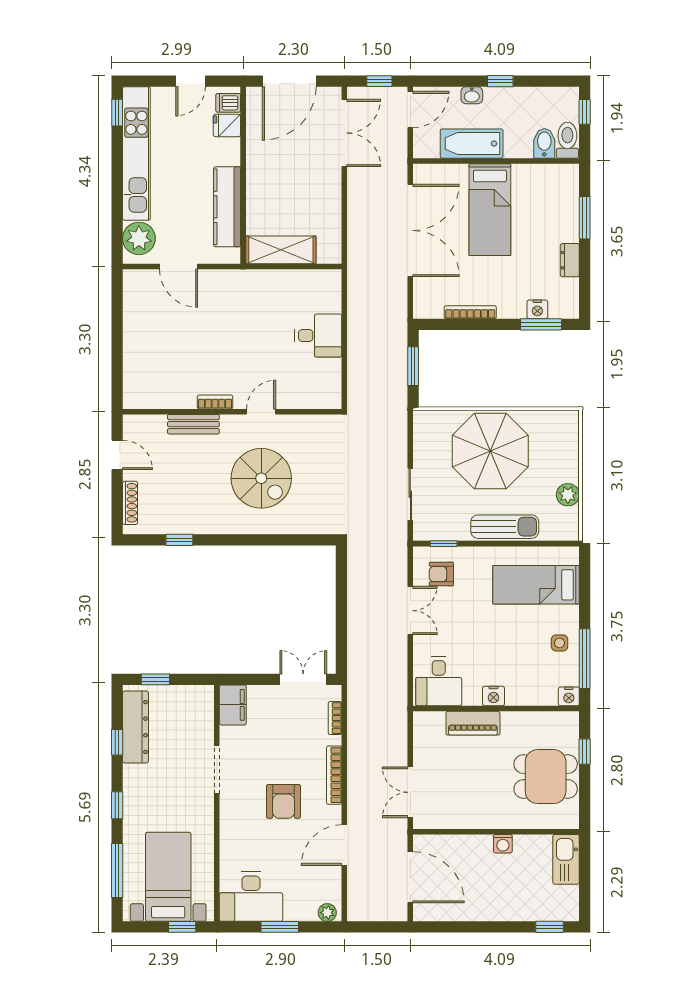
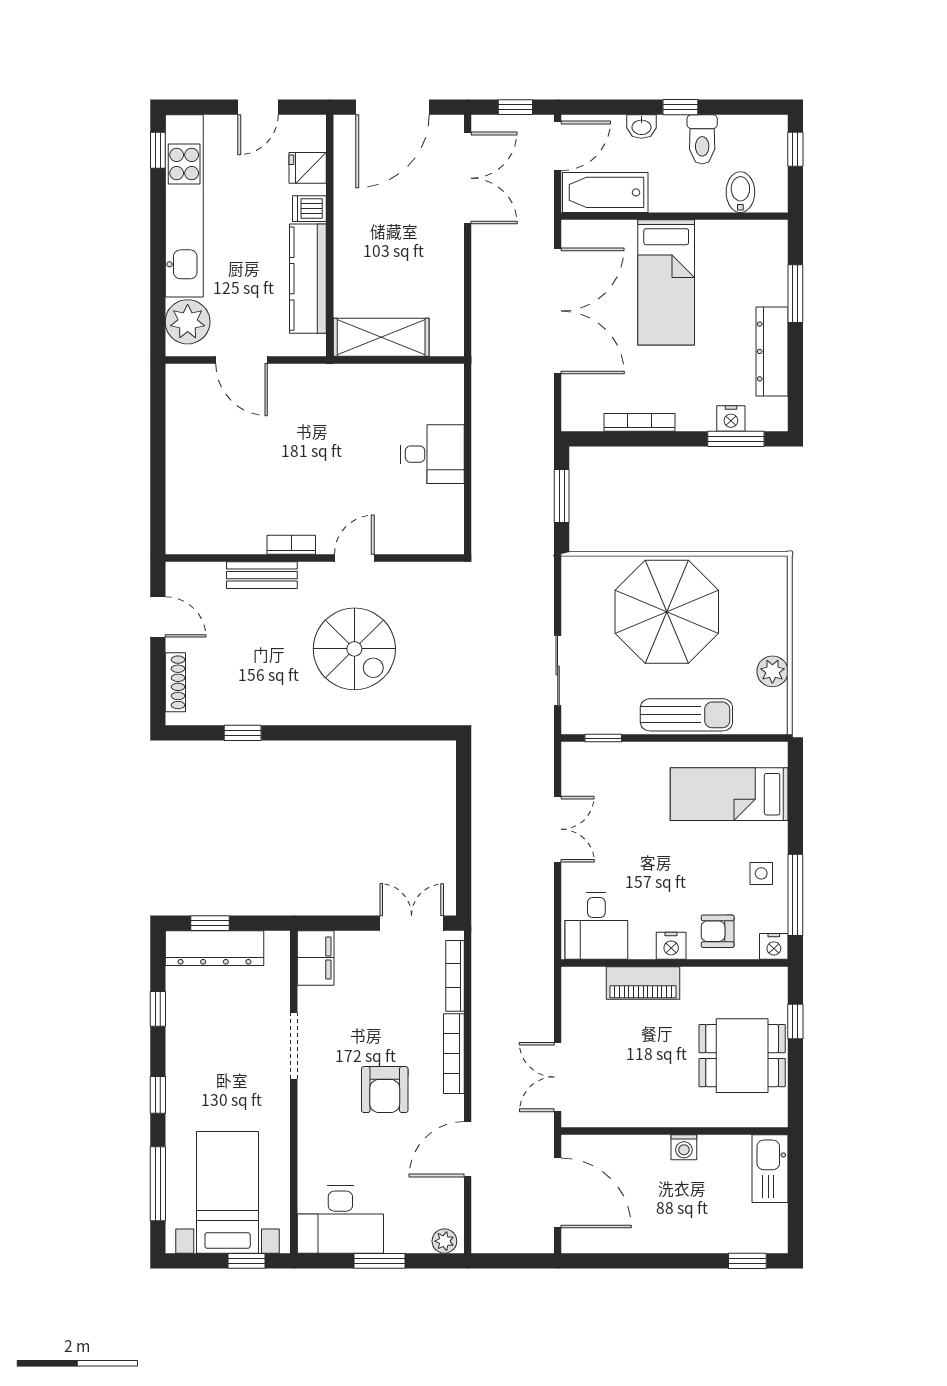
dishwasher: (228, 103) -> (309, 209), moved
toilet: (567, 140) -> (702, 139), moved, turned 180
bathtub: (472, 144) -> (605, 192), moved
dresser: (570, 260) -> (772, 351), width x1.96, depth x1.24
armchair: (441, 574) -> (718, 931), moved
bookcase: (335, 718) -> (455, 976), width x1.56
dresser: (135, 727) -> (214, 948), moved, turned 90

